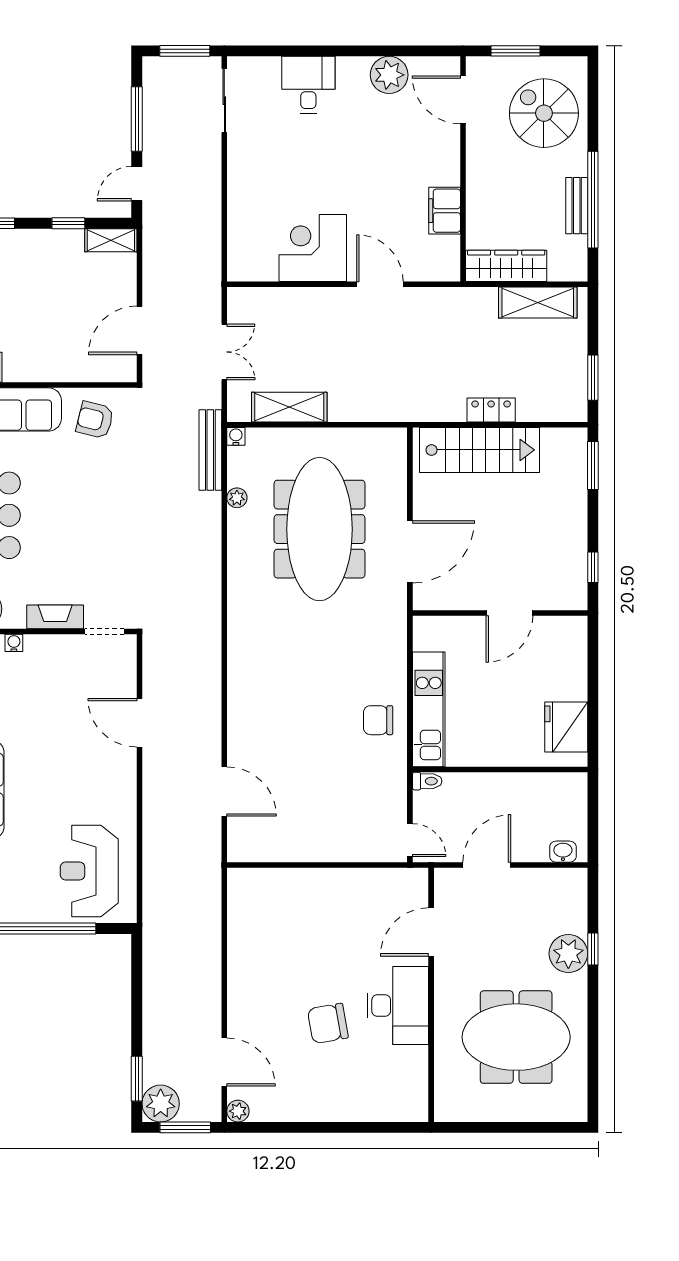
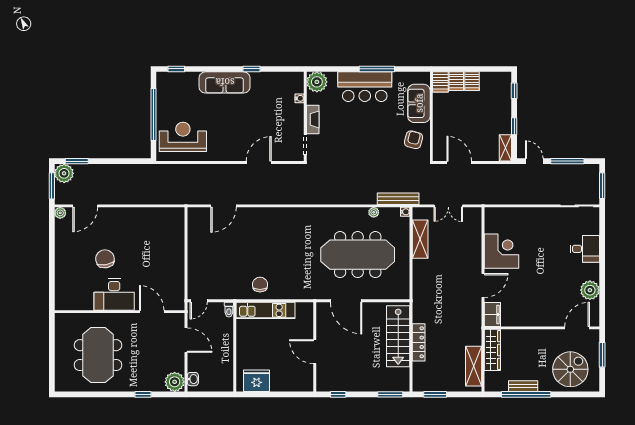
filing cabinet: (445, 211) -> (492, 315), moved, turned 90
locker: (491, 410) -> (419, 342), width x1.53
plant: (568, 954) -> (175, 382), moved

